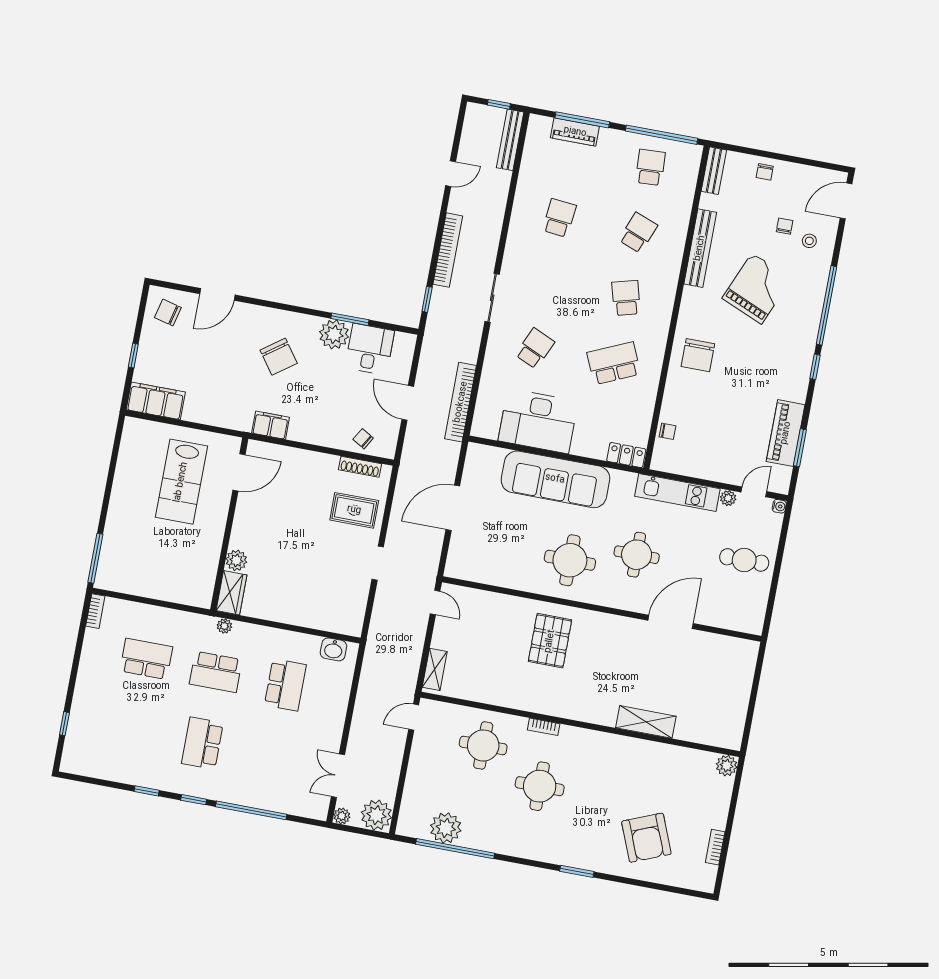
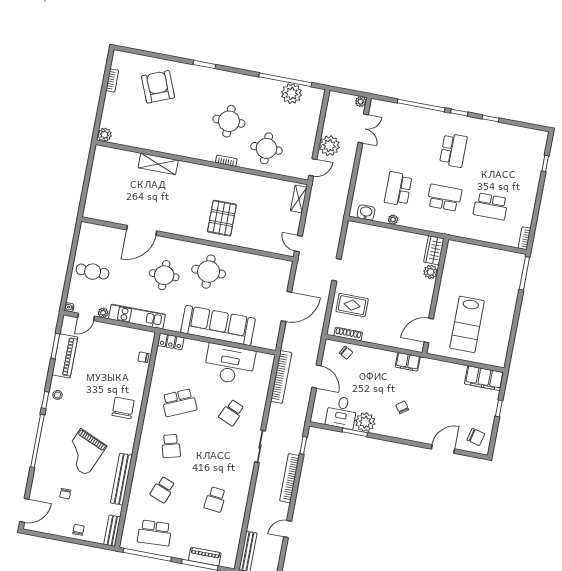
school desk: (650, 167) -> (155, 533), width x1.85
stool: (809, 241) -> (58, 395), moved
chair: (279, 357) -> (402, 407), width x0.54, depth x0.54
lab bench: (181, 482) -> (467, 324), turned 180
plant: (224, 626) -> (393, 220), moved
plant: (376, 815) -> (329, 146), moved

